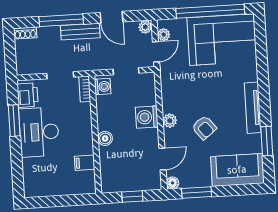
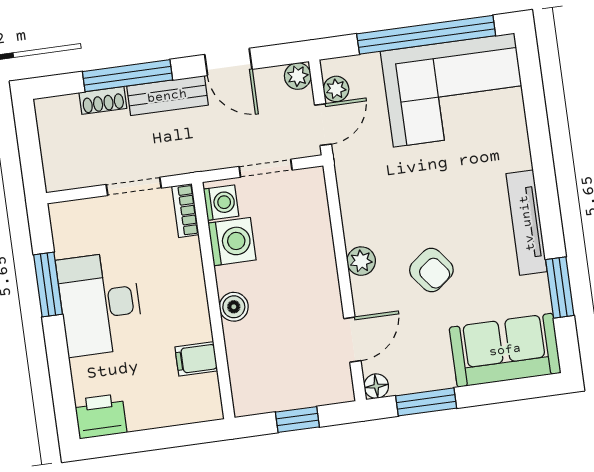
shoe rack: (25, 33) -> (103, 100), moved
printer: (28, 95) -> (101, 416), moved, turned -90
washing machine: (147, 117) -> (232, 242), moved, turned 180

